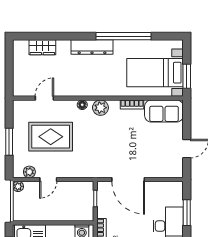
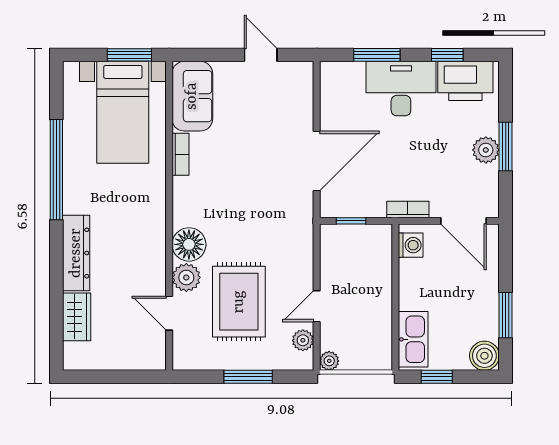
dresser: (92, 47) -> (76, 253), moved
floor lamp: (82, 105) -> (189, 244), width x1.89, depth x1.89
plant: (100, 108) -> (186, 277), moved
door: (48, 179) -> (317, 306), swing flipped

